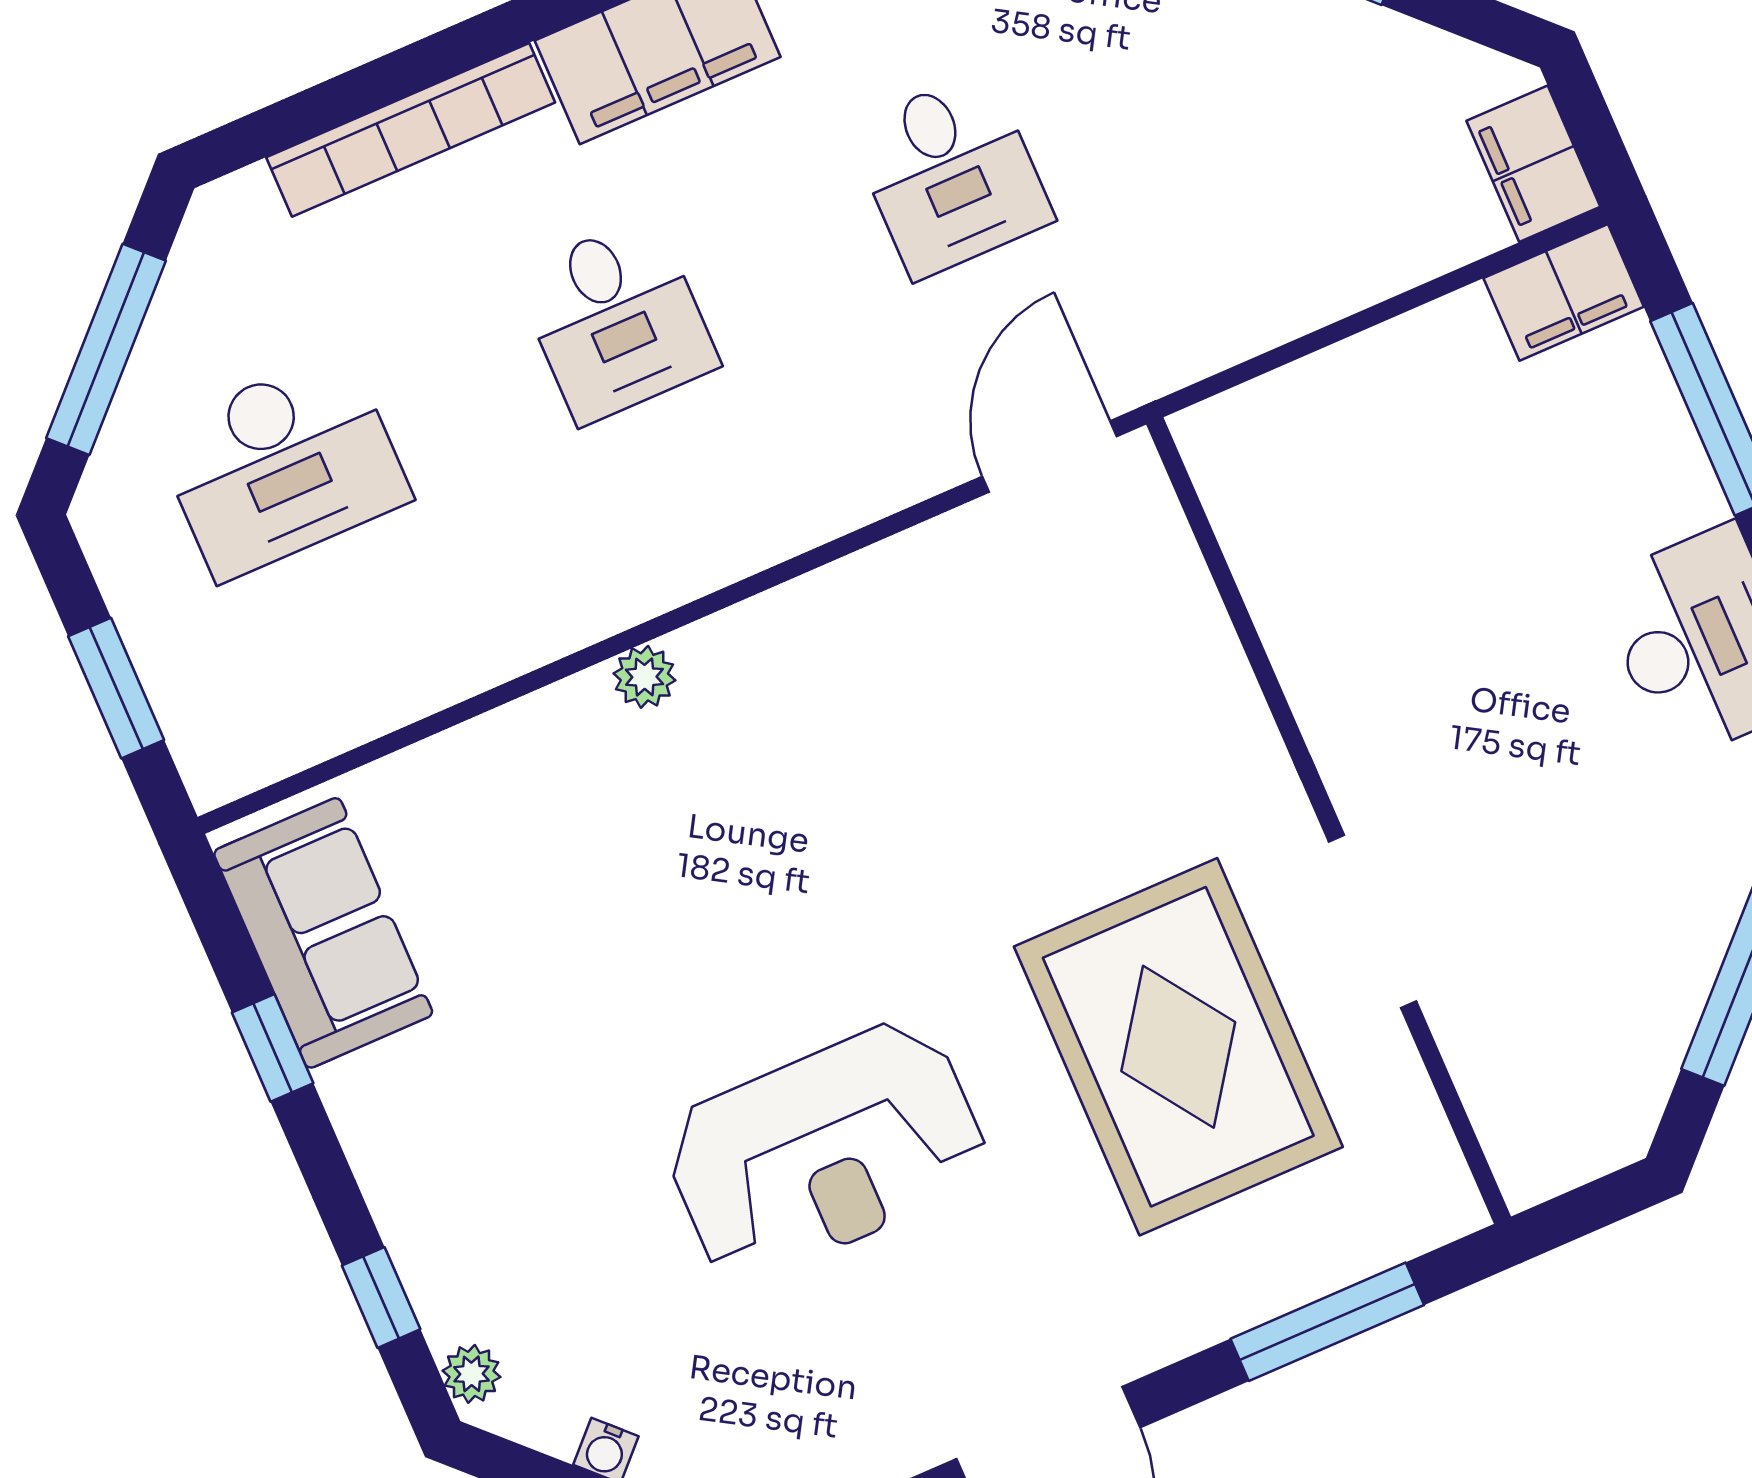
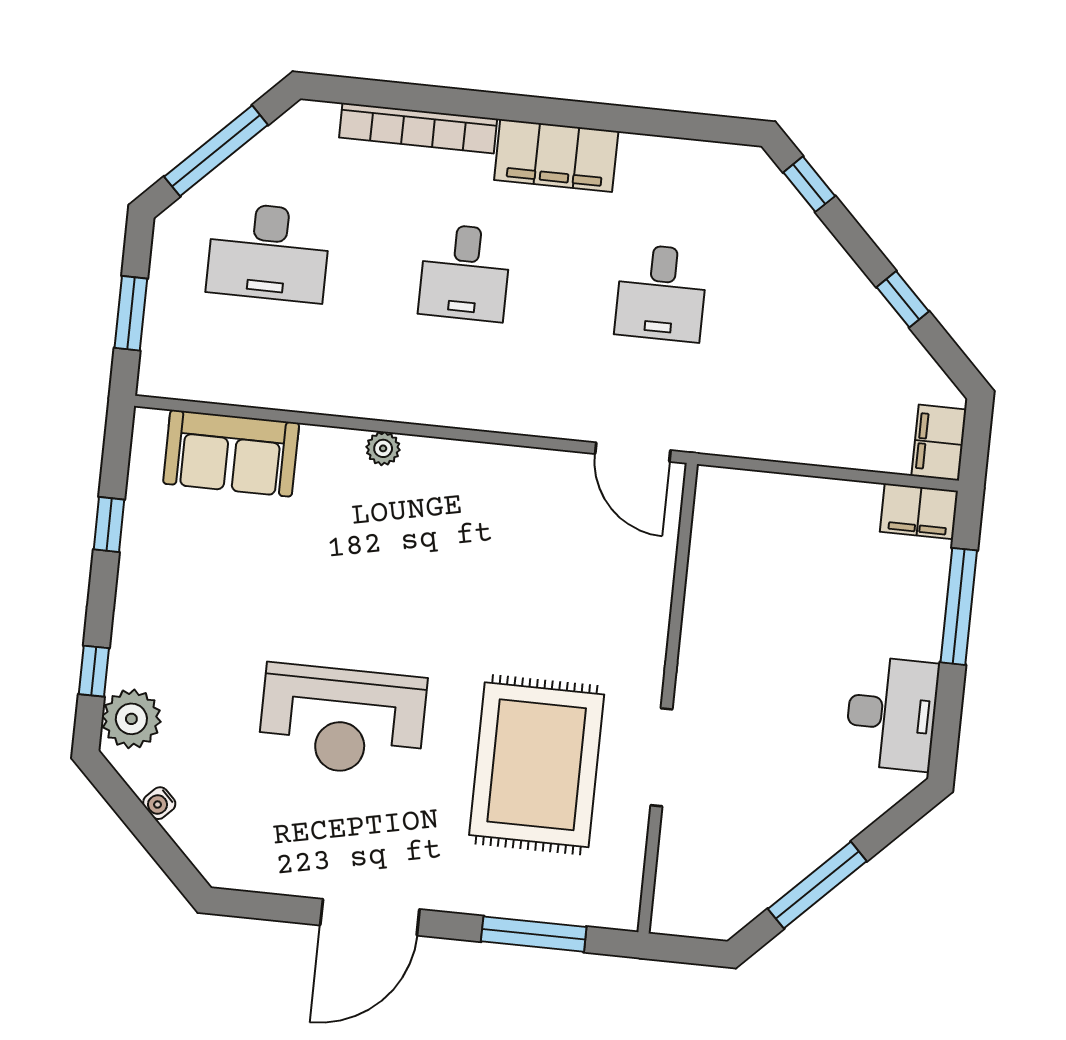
door: (1050, 457) -> (633, 452), swing flipped
sofa: (323, 933) -> (231, 453), moved, turned 90
plant: (471, 1374) -> (131, 719), width x1.88, depth x1.88

